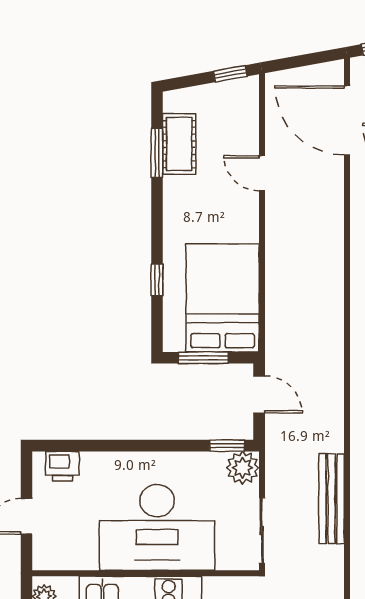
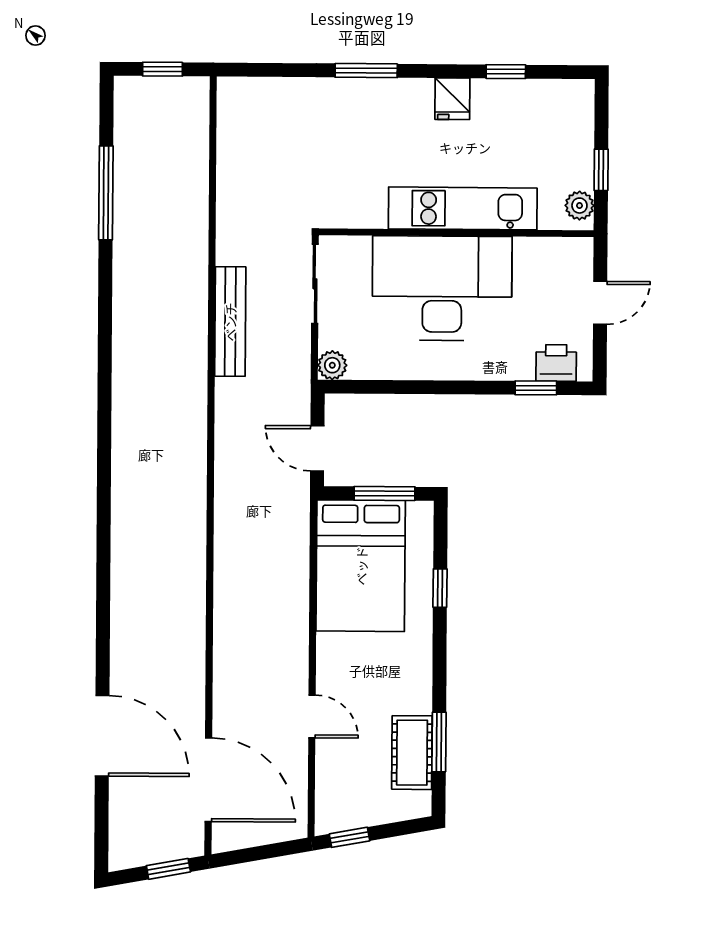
window: (227, 446) -> (536, 388), moved
plant: (243, 468) -> (332, 365), width x0.73, depth x0.73

